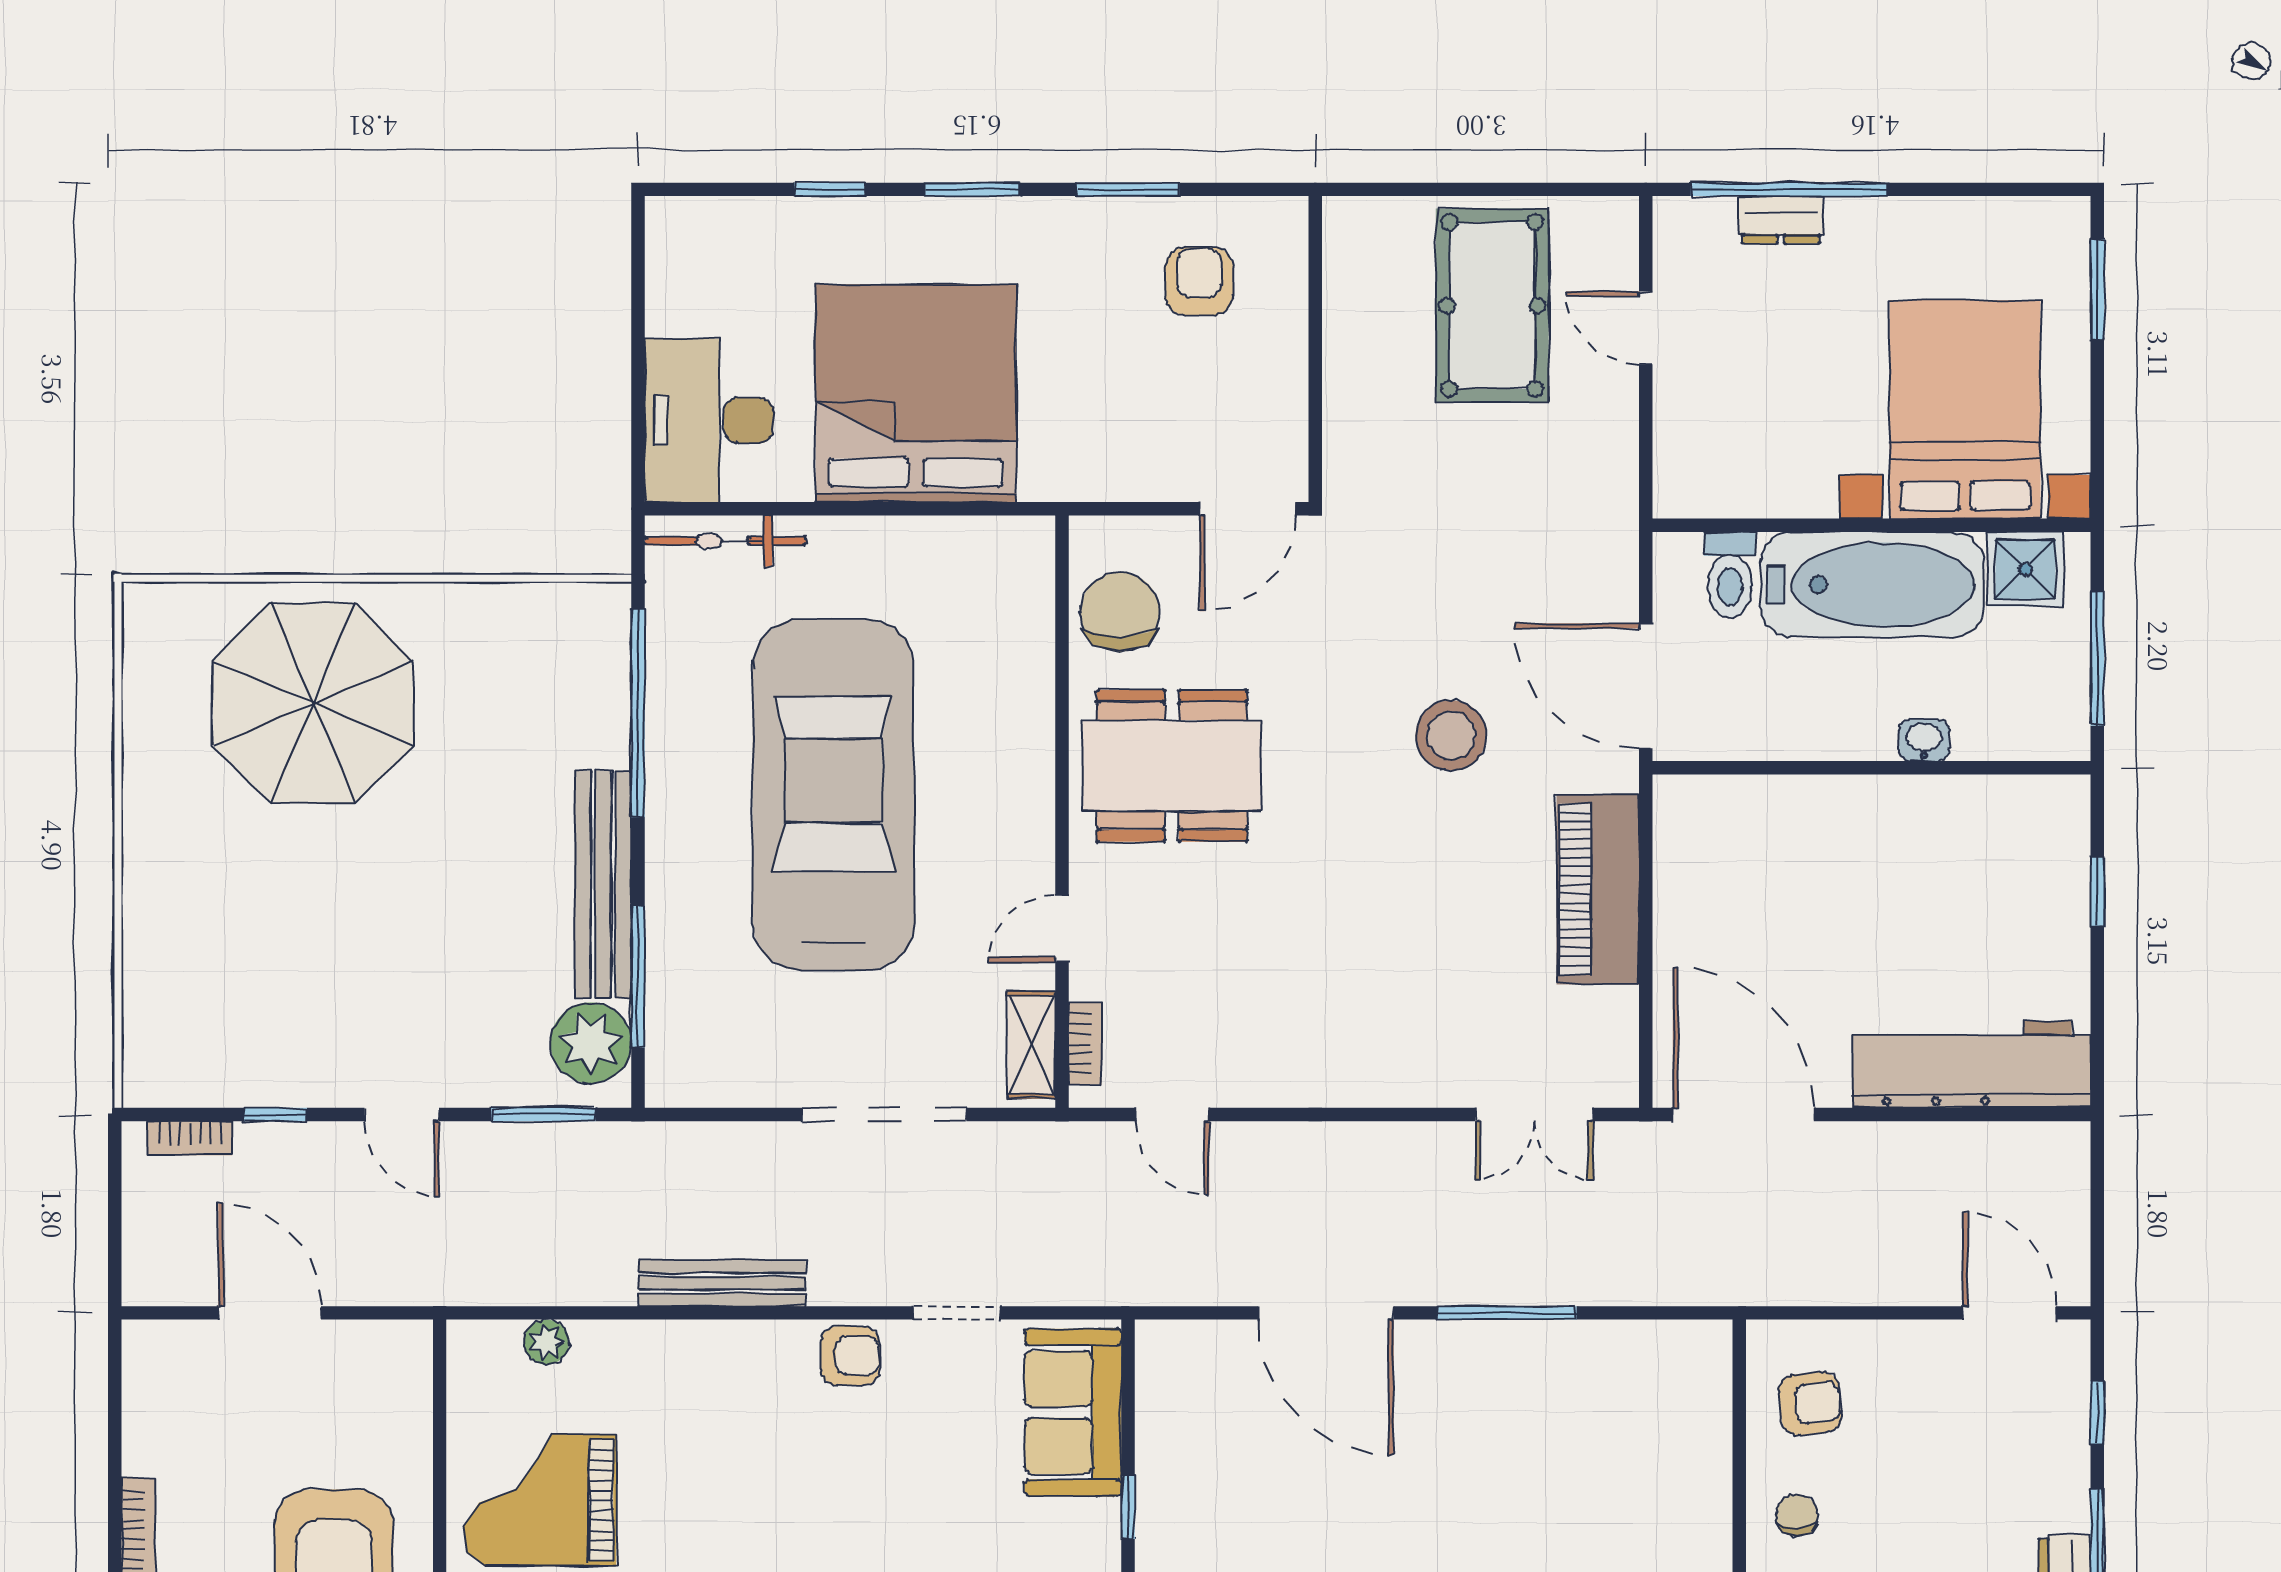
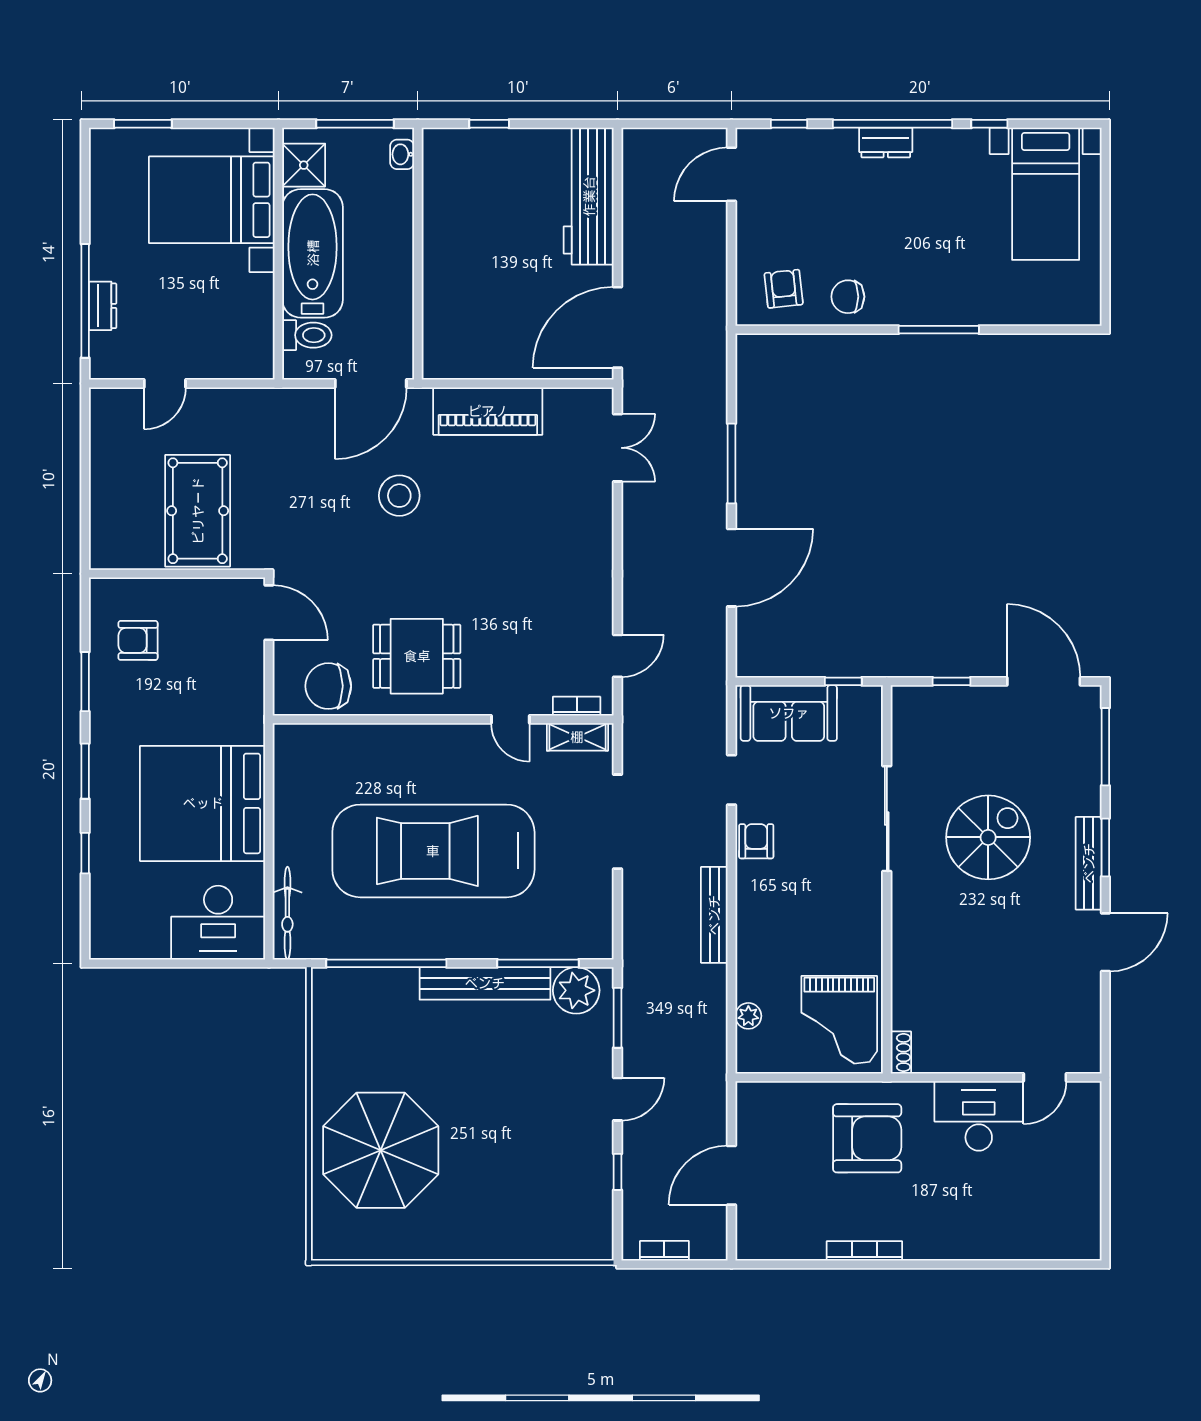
pool table: (1492, 306) -> (198, 511), moved, turned 90
washbasin: (1924, 740) -> (402, 154), moved
dining table: (1172, 766) -> (417, 656), width x0.73
bookcase: (190, 1138) -> (664, 1251), moved, turned -90
chair: (1797, 1515) -> (848, 297), width x1.37, depth x1.37

